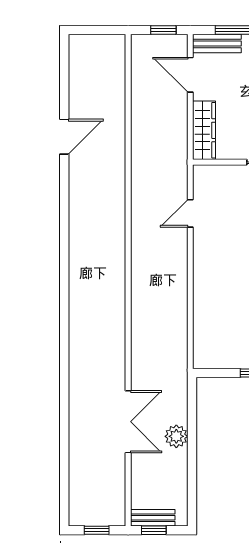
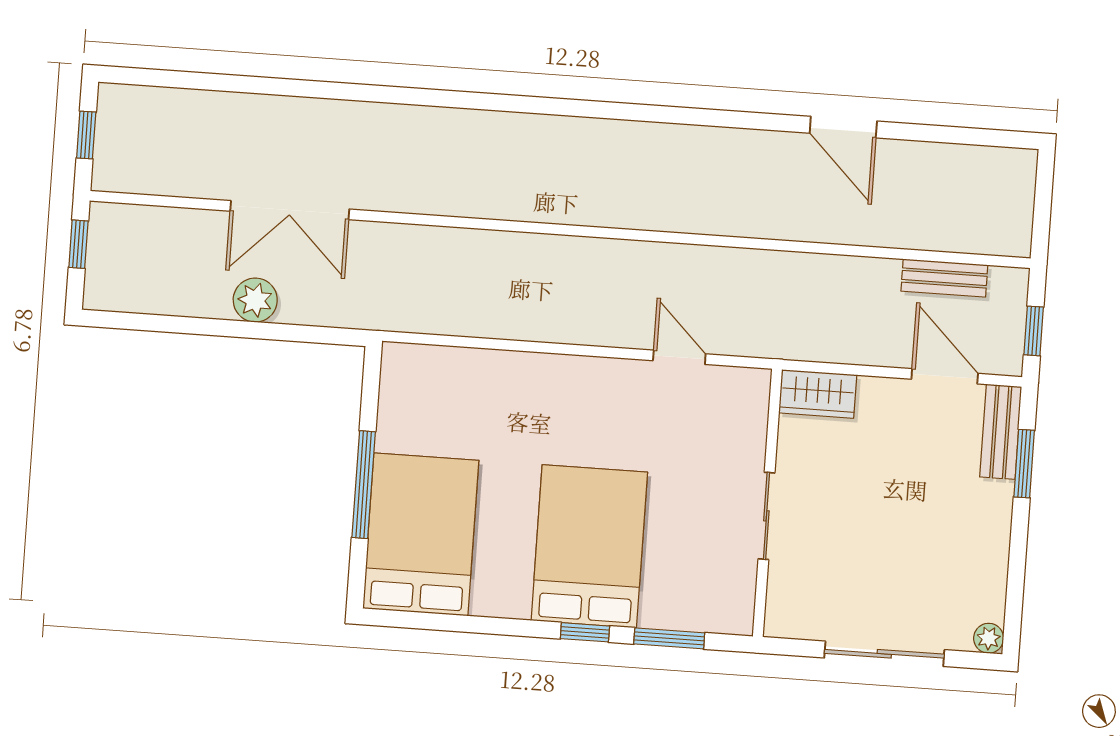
door: (190, 75) -> (945, 376), hinge flipped
wardrobe: (204, 130) -> (818, 394), width x0.67
bench: (153, 518) -> (944, 278), moved, turned 90

